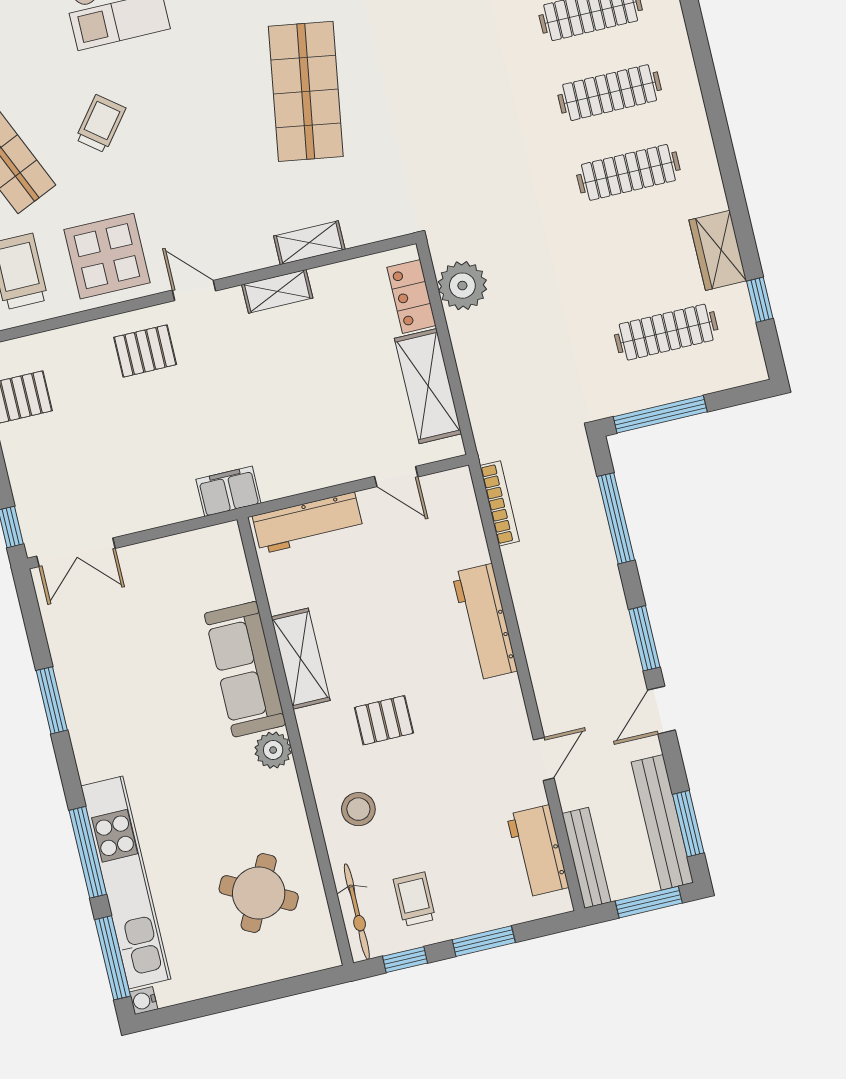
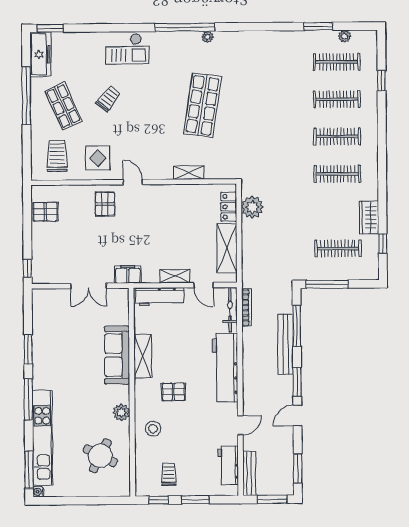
display table: (107, 256) -> (98, 158), width x0.73, depth x0.73
shelving: (277, 291) -> (175, 276), moved
pallet: (145, 351) -> (105, 204), turned 90
double door: (76, 552) -> (88, 286), moved
workbench: (485, 622) -> (225, 368), width x1.36, depth x1.32
plant: (273, 750) -> (121, 413), moved
bench: (662, 822) -> (286, 344), moved
window: (88, 852) -> (29, 399), moved
bicycle: (357, 912) -> (230, 310), moved, turned 180

